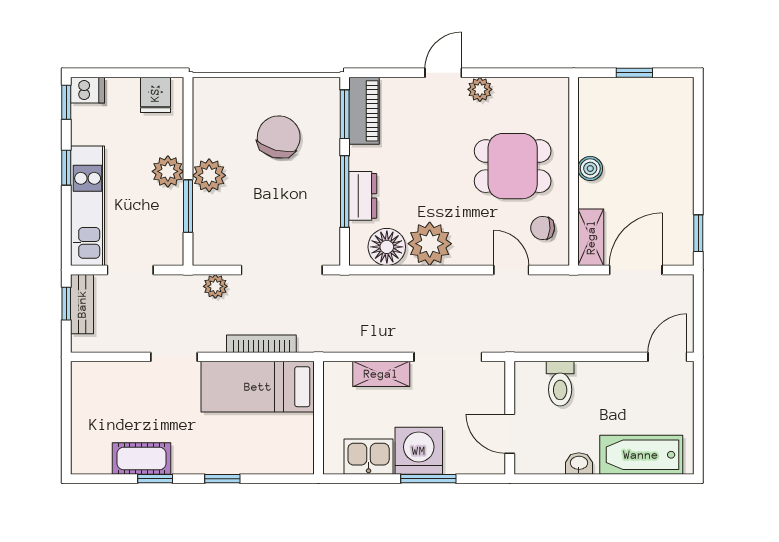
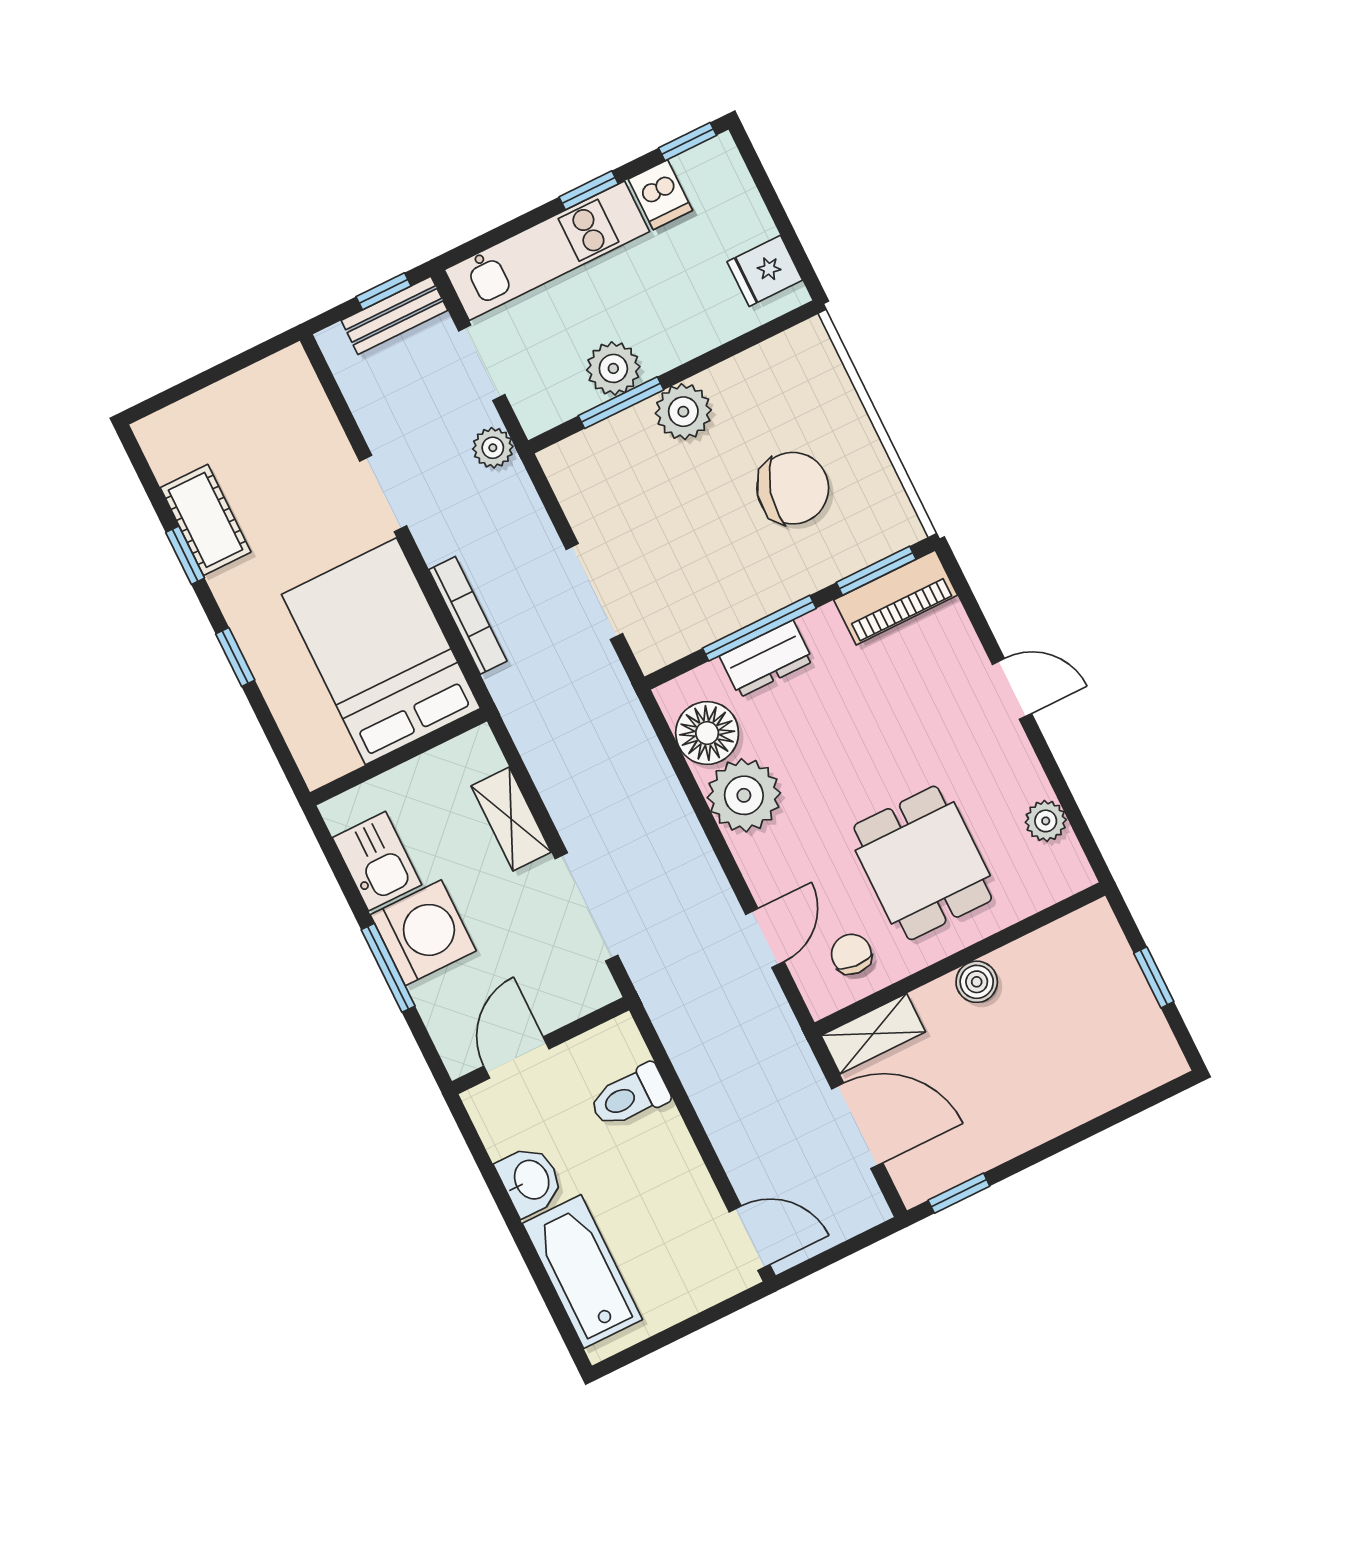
plant: (480, 89) -> (1046, 821), moved
dishwasher: (87, 90) -> (660, 195), moved
plant: (168, 171) -> (613, 368), moved
doorway: (282, 270) -> (594, 592), width x0.73
plant: (215, 286) -> (493, 448), moved
bed: (258, 387) -> (381, 651), width x1.50
washbasin: (579, 463) -> (530, 1180), width x1.38, depth x1.45

